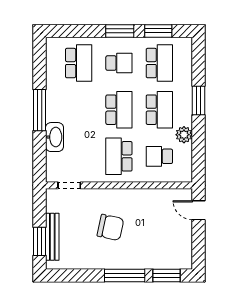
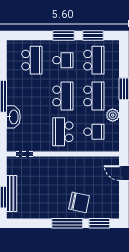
school desk: (159, 156) -> (94, 132), turned 180
chair: (110, 227) -> (79, 202), moved

